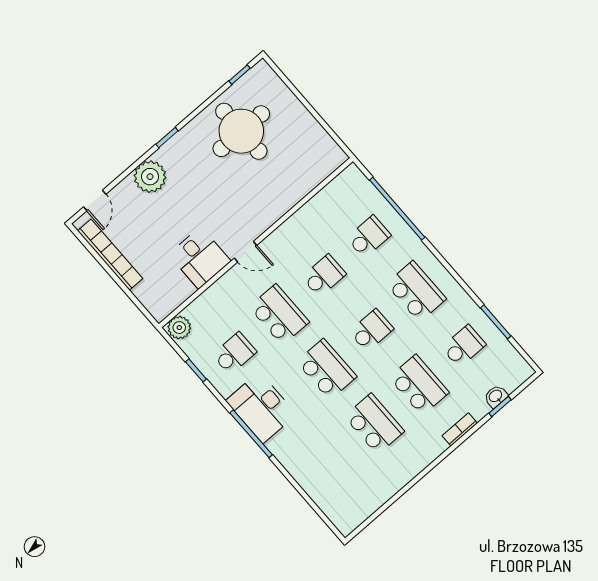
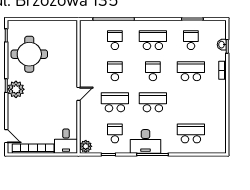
plant: (150, 177) -> (16, 89), moved
desk: (200, 258) -> (66, 141), moved, turned 90
school desk: (374, 424) -> (191, 133), moved

